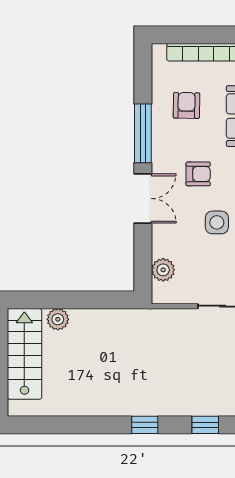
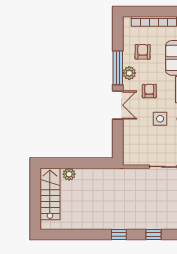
armchair: (198, 174) -> (149, 91), turned -90
plant: (163, 270) -> (129, 73), moved

